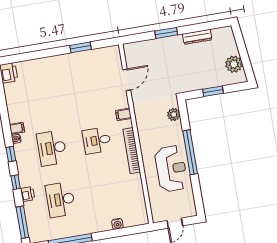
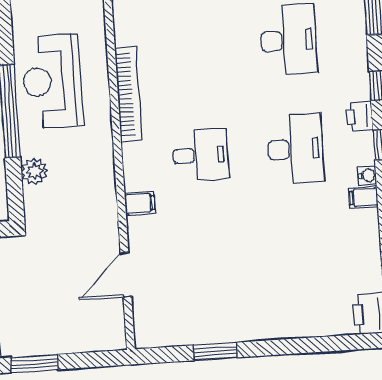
plant: (174, 115) -> (34, 171), moved
bookcase: (132, 151) -> (128, 94), moved
printer: (28, 194) -> (359, 117), moved

